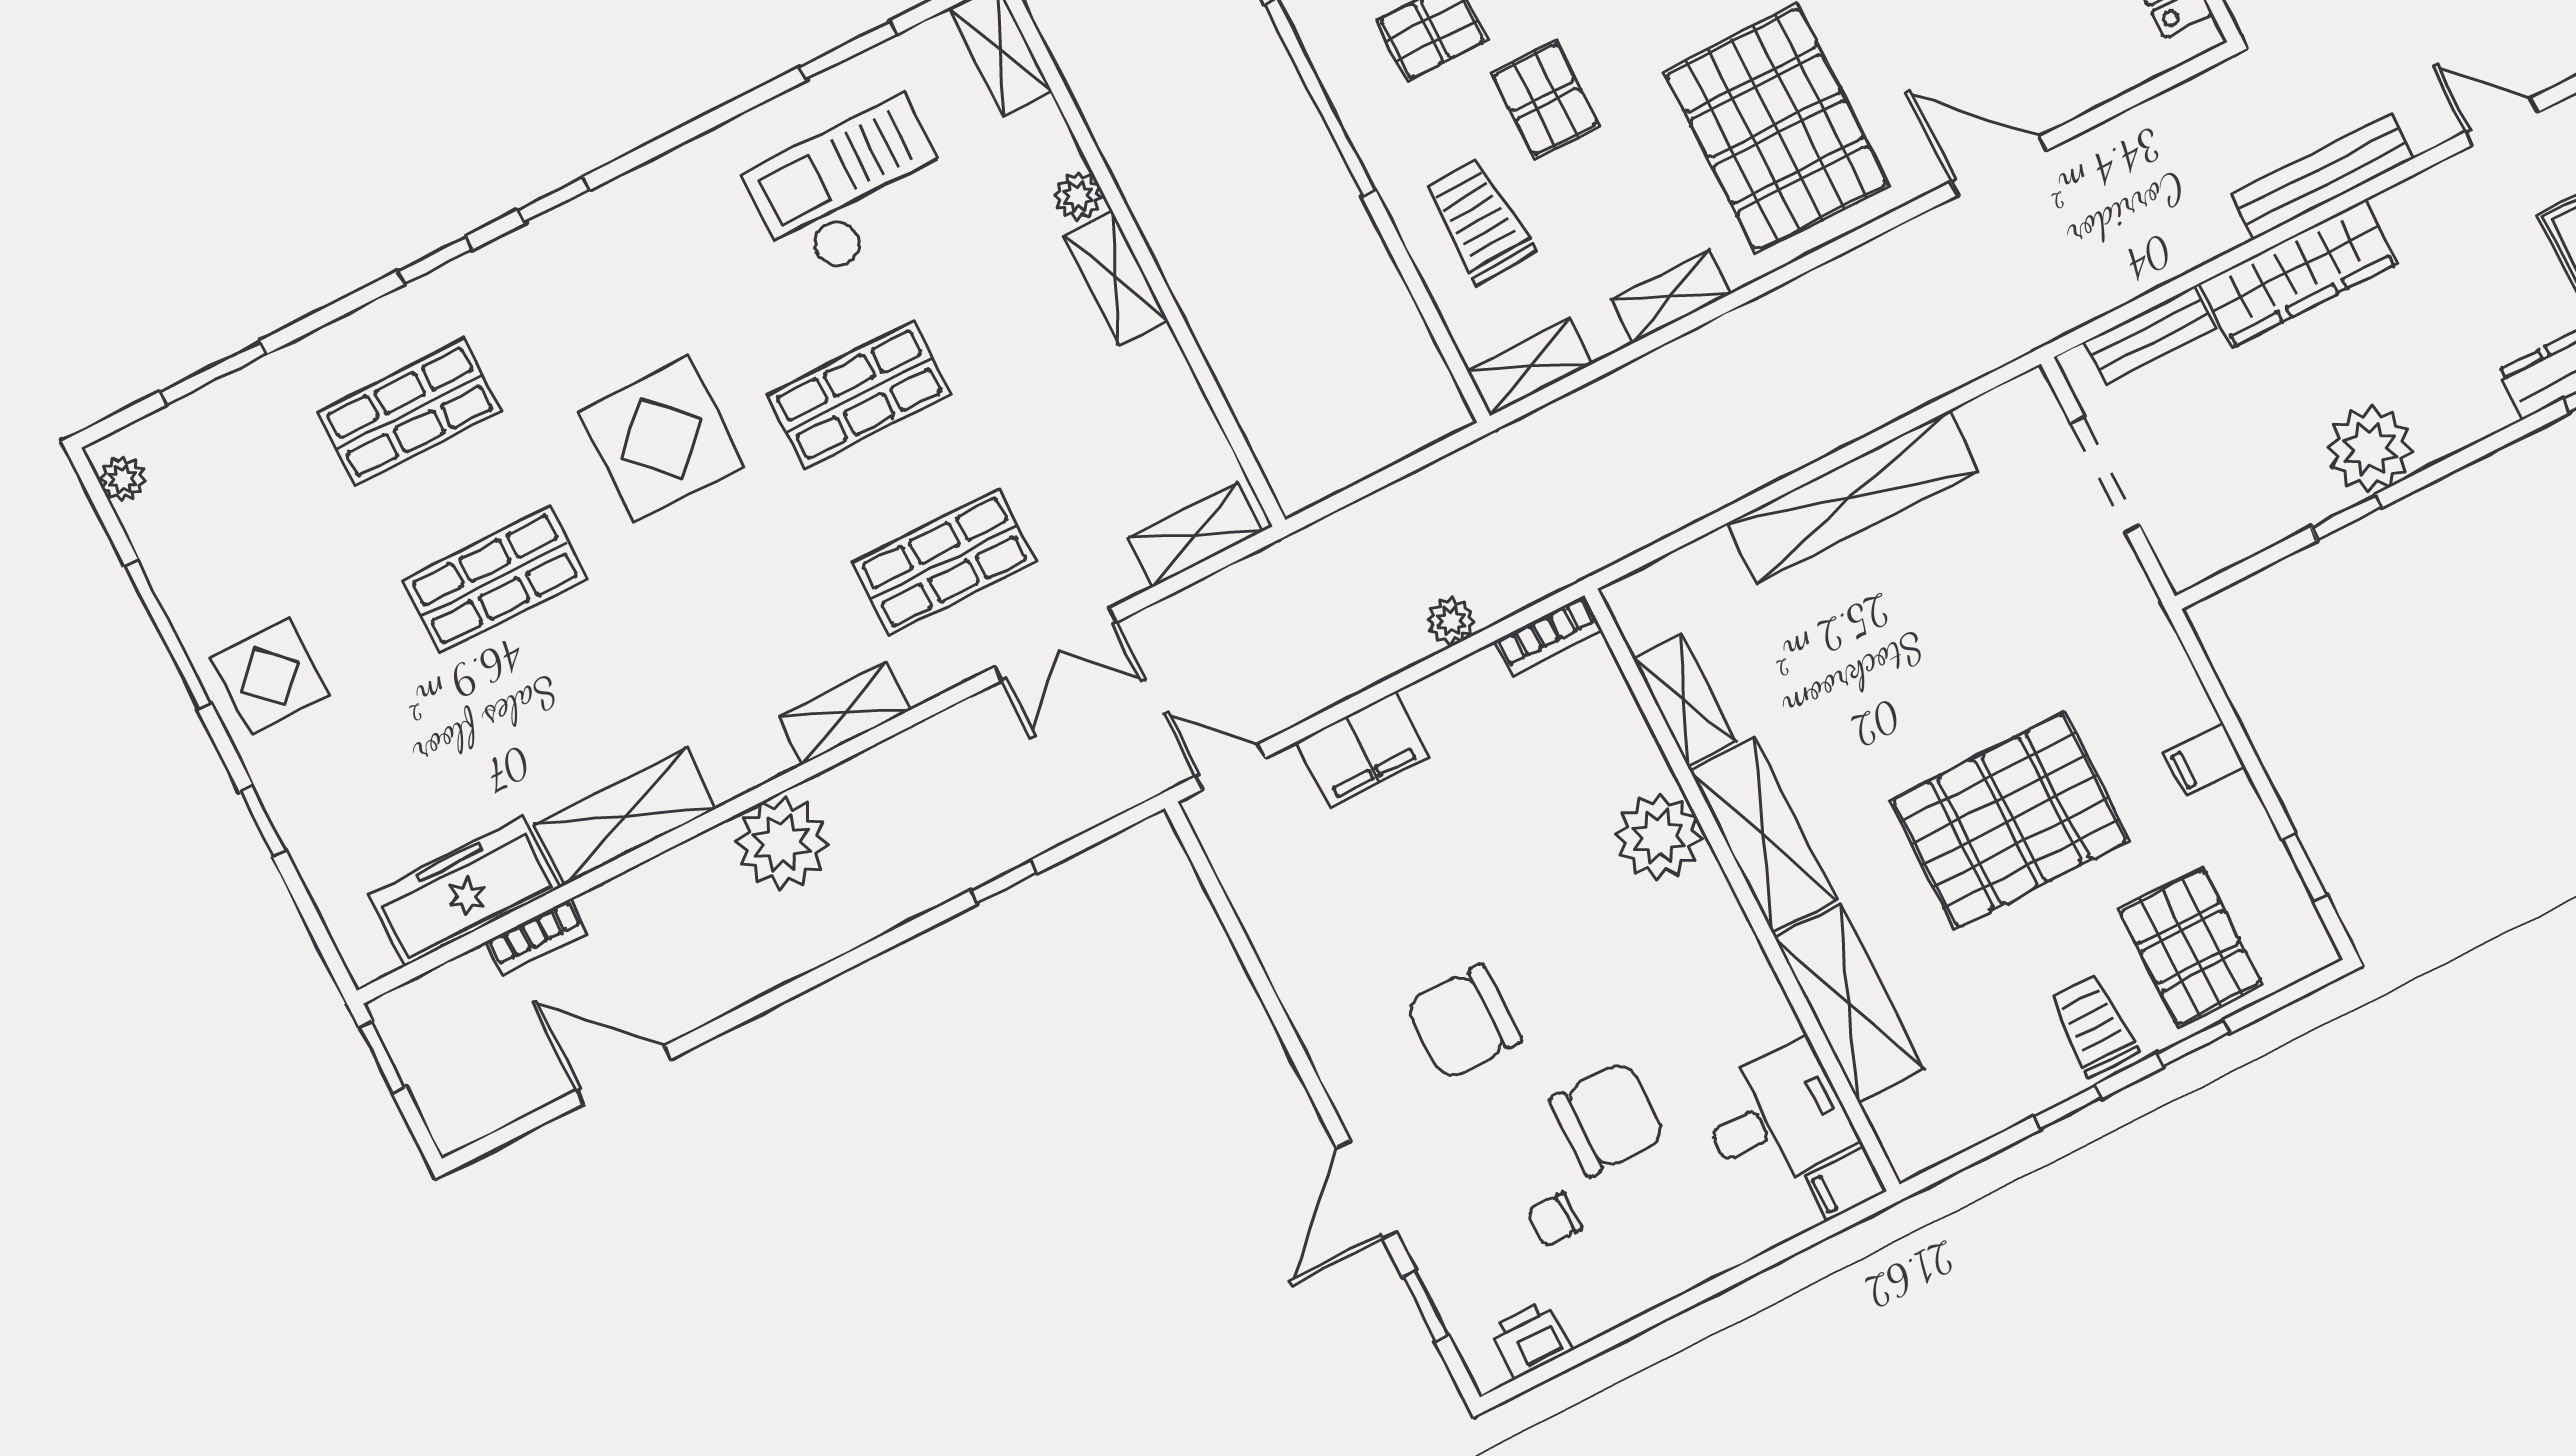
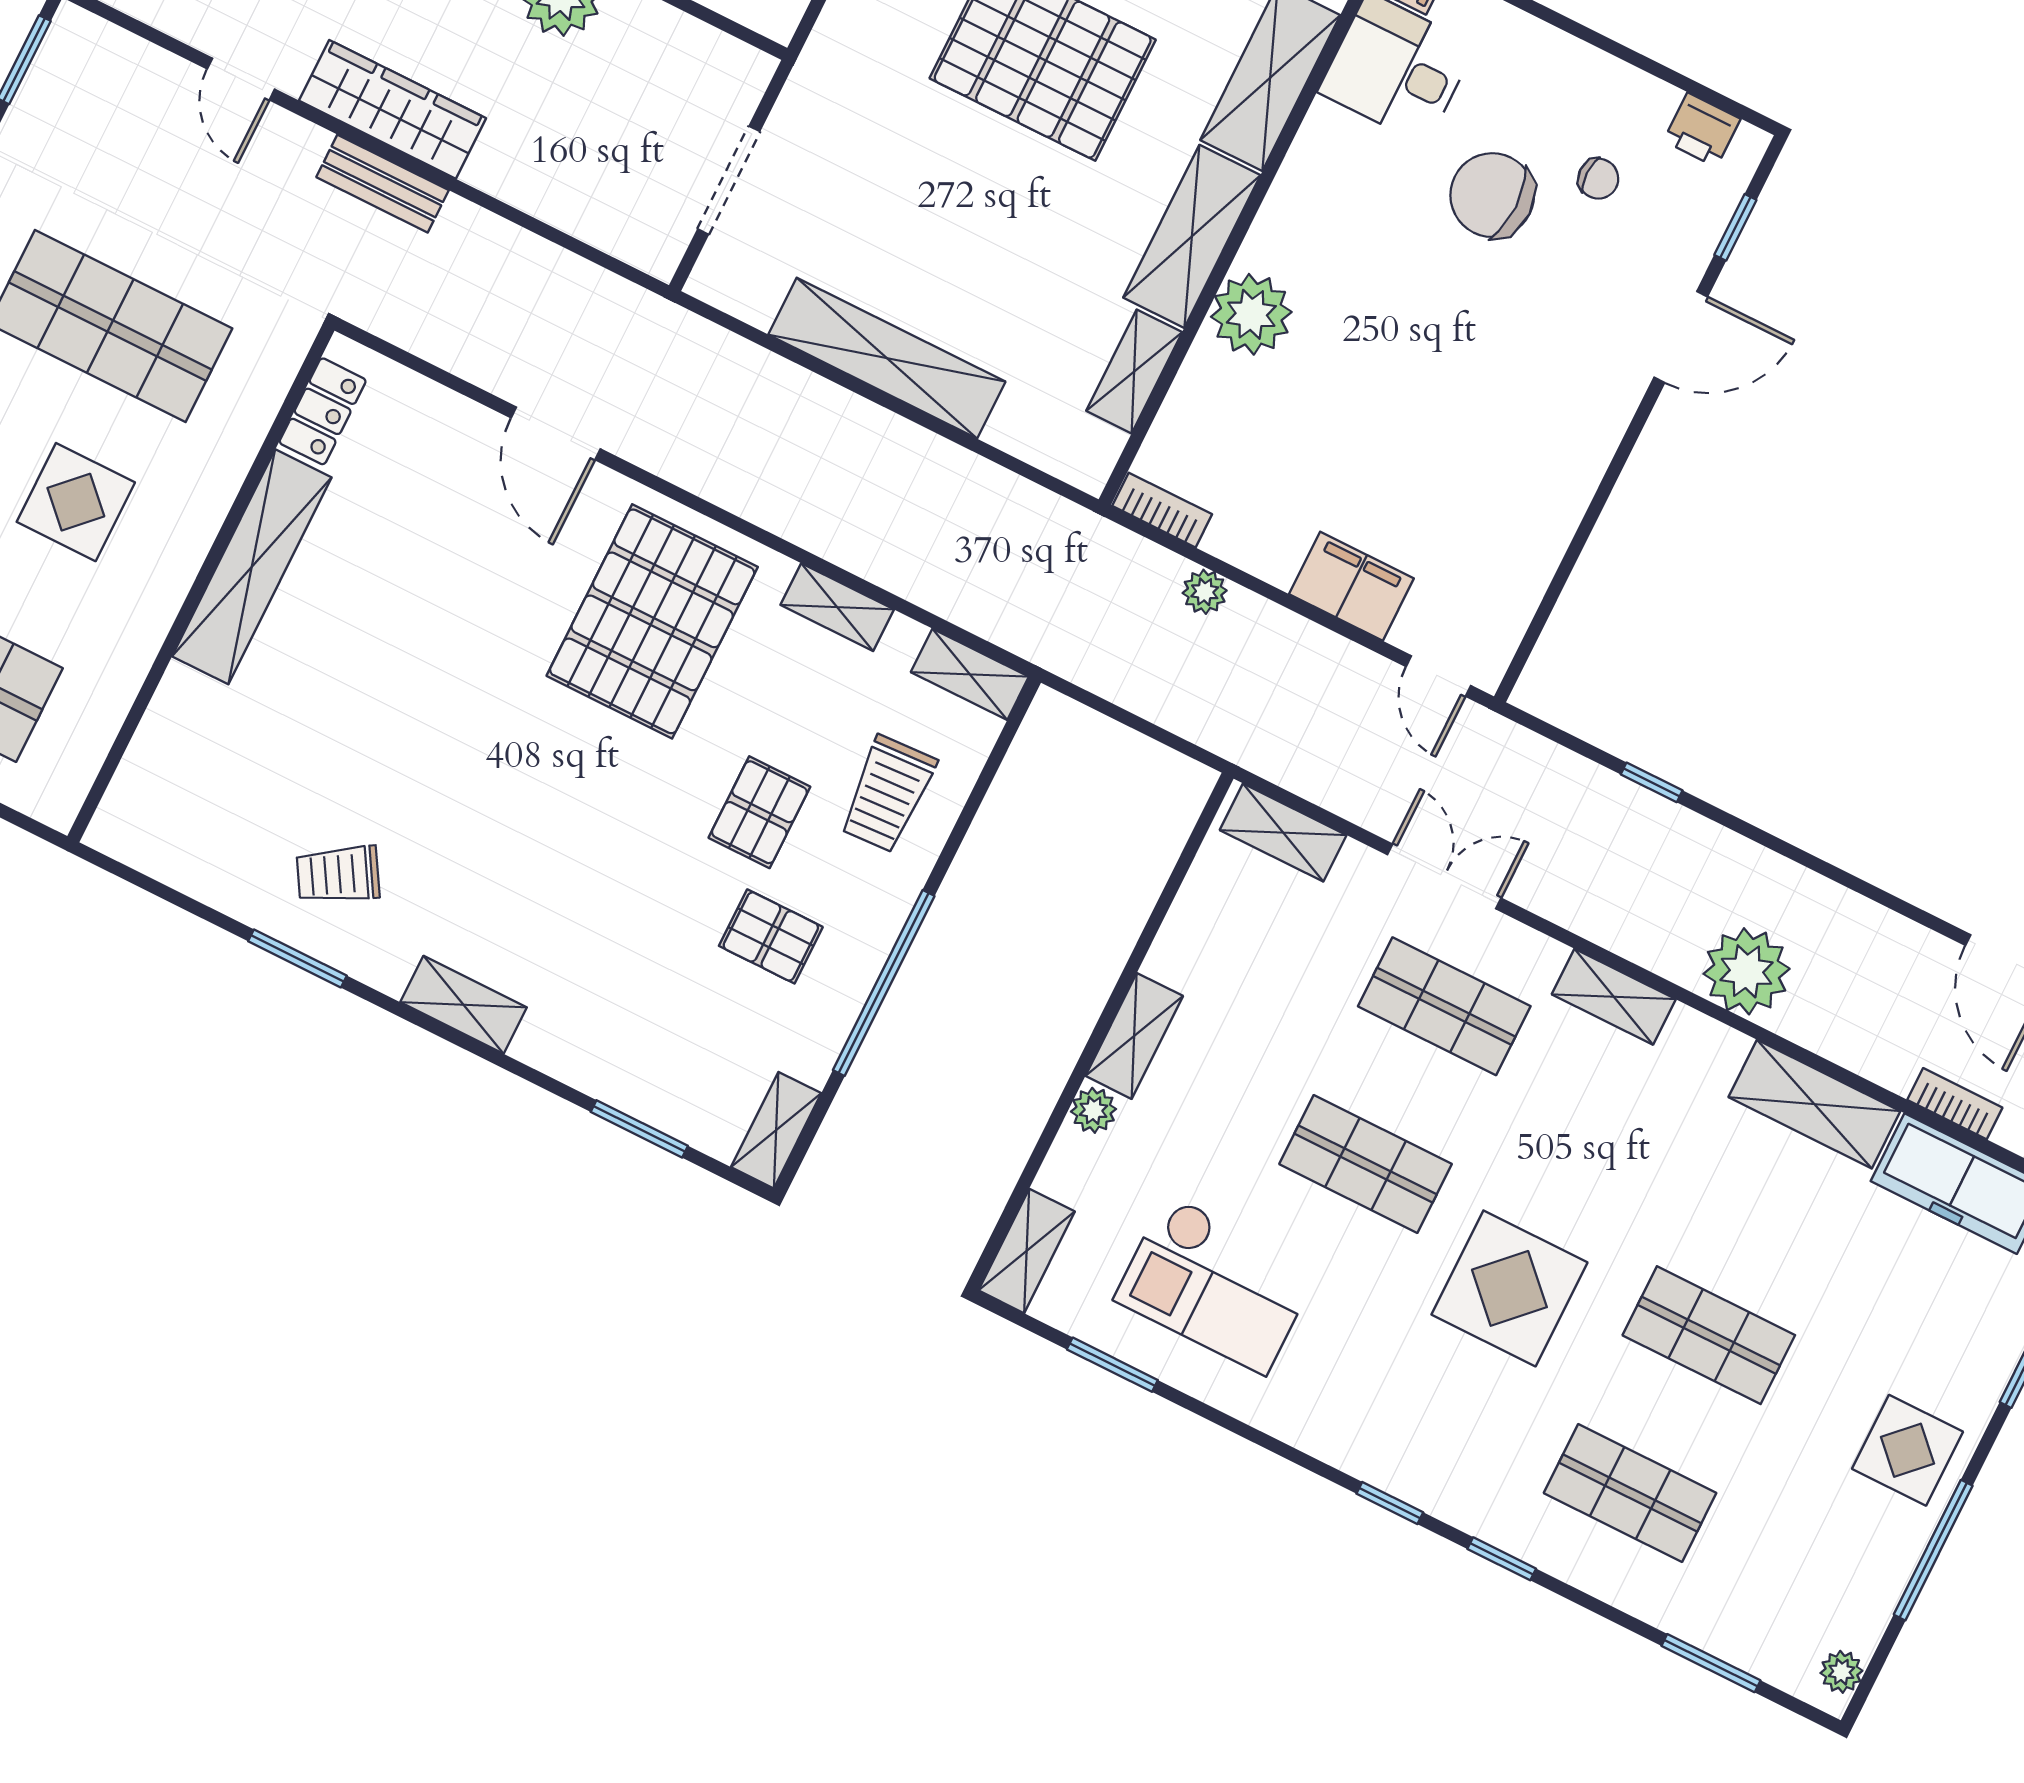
bench: (2322, 177) -> (383, 184), width x0.73
wardrobe: (2299, 273) -> (392, 109), moved
bench: (2150, 335) -> (598, 225), removed
chair: (1463, 1022) -> (1500, 358), removed

